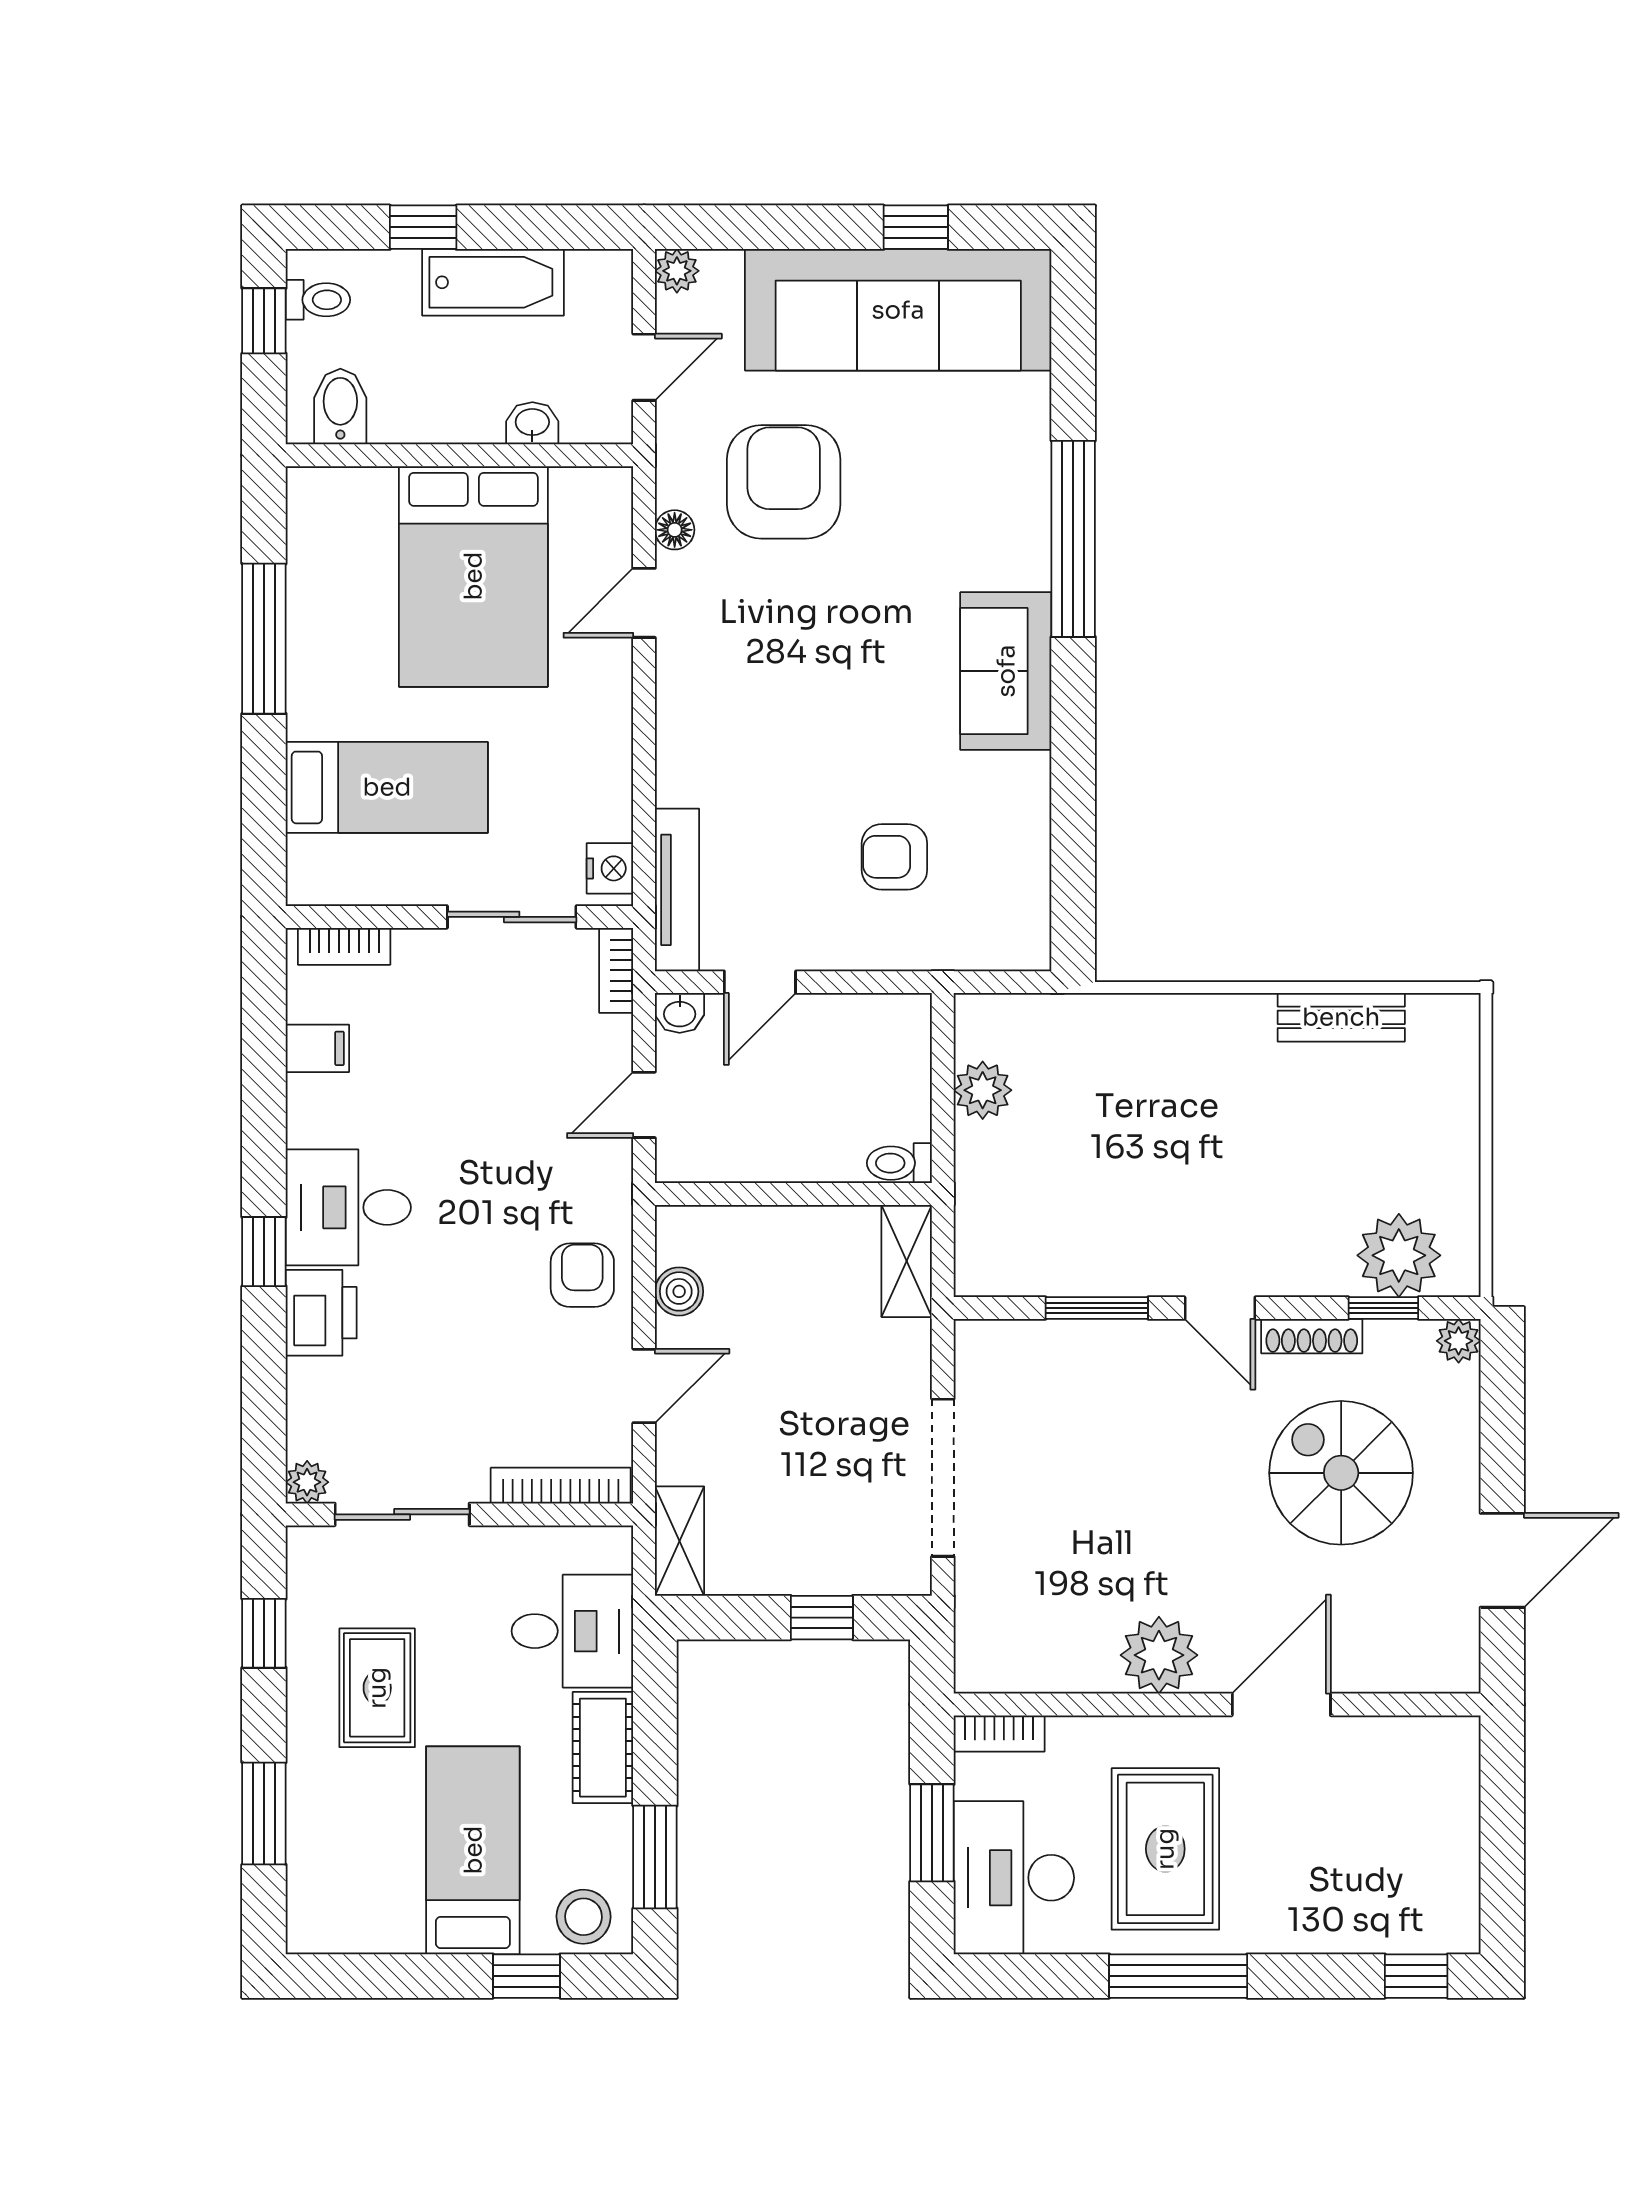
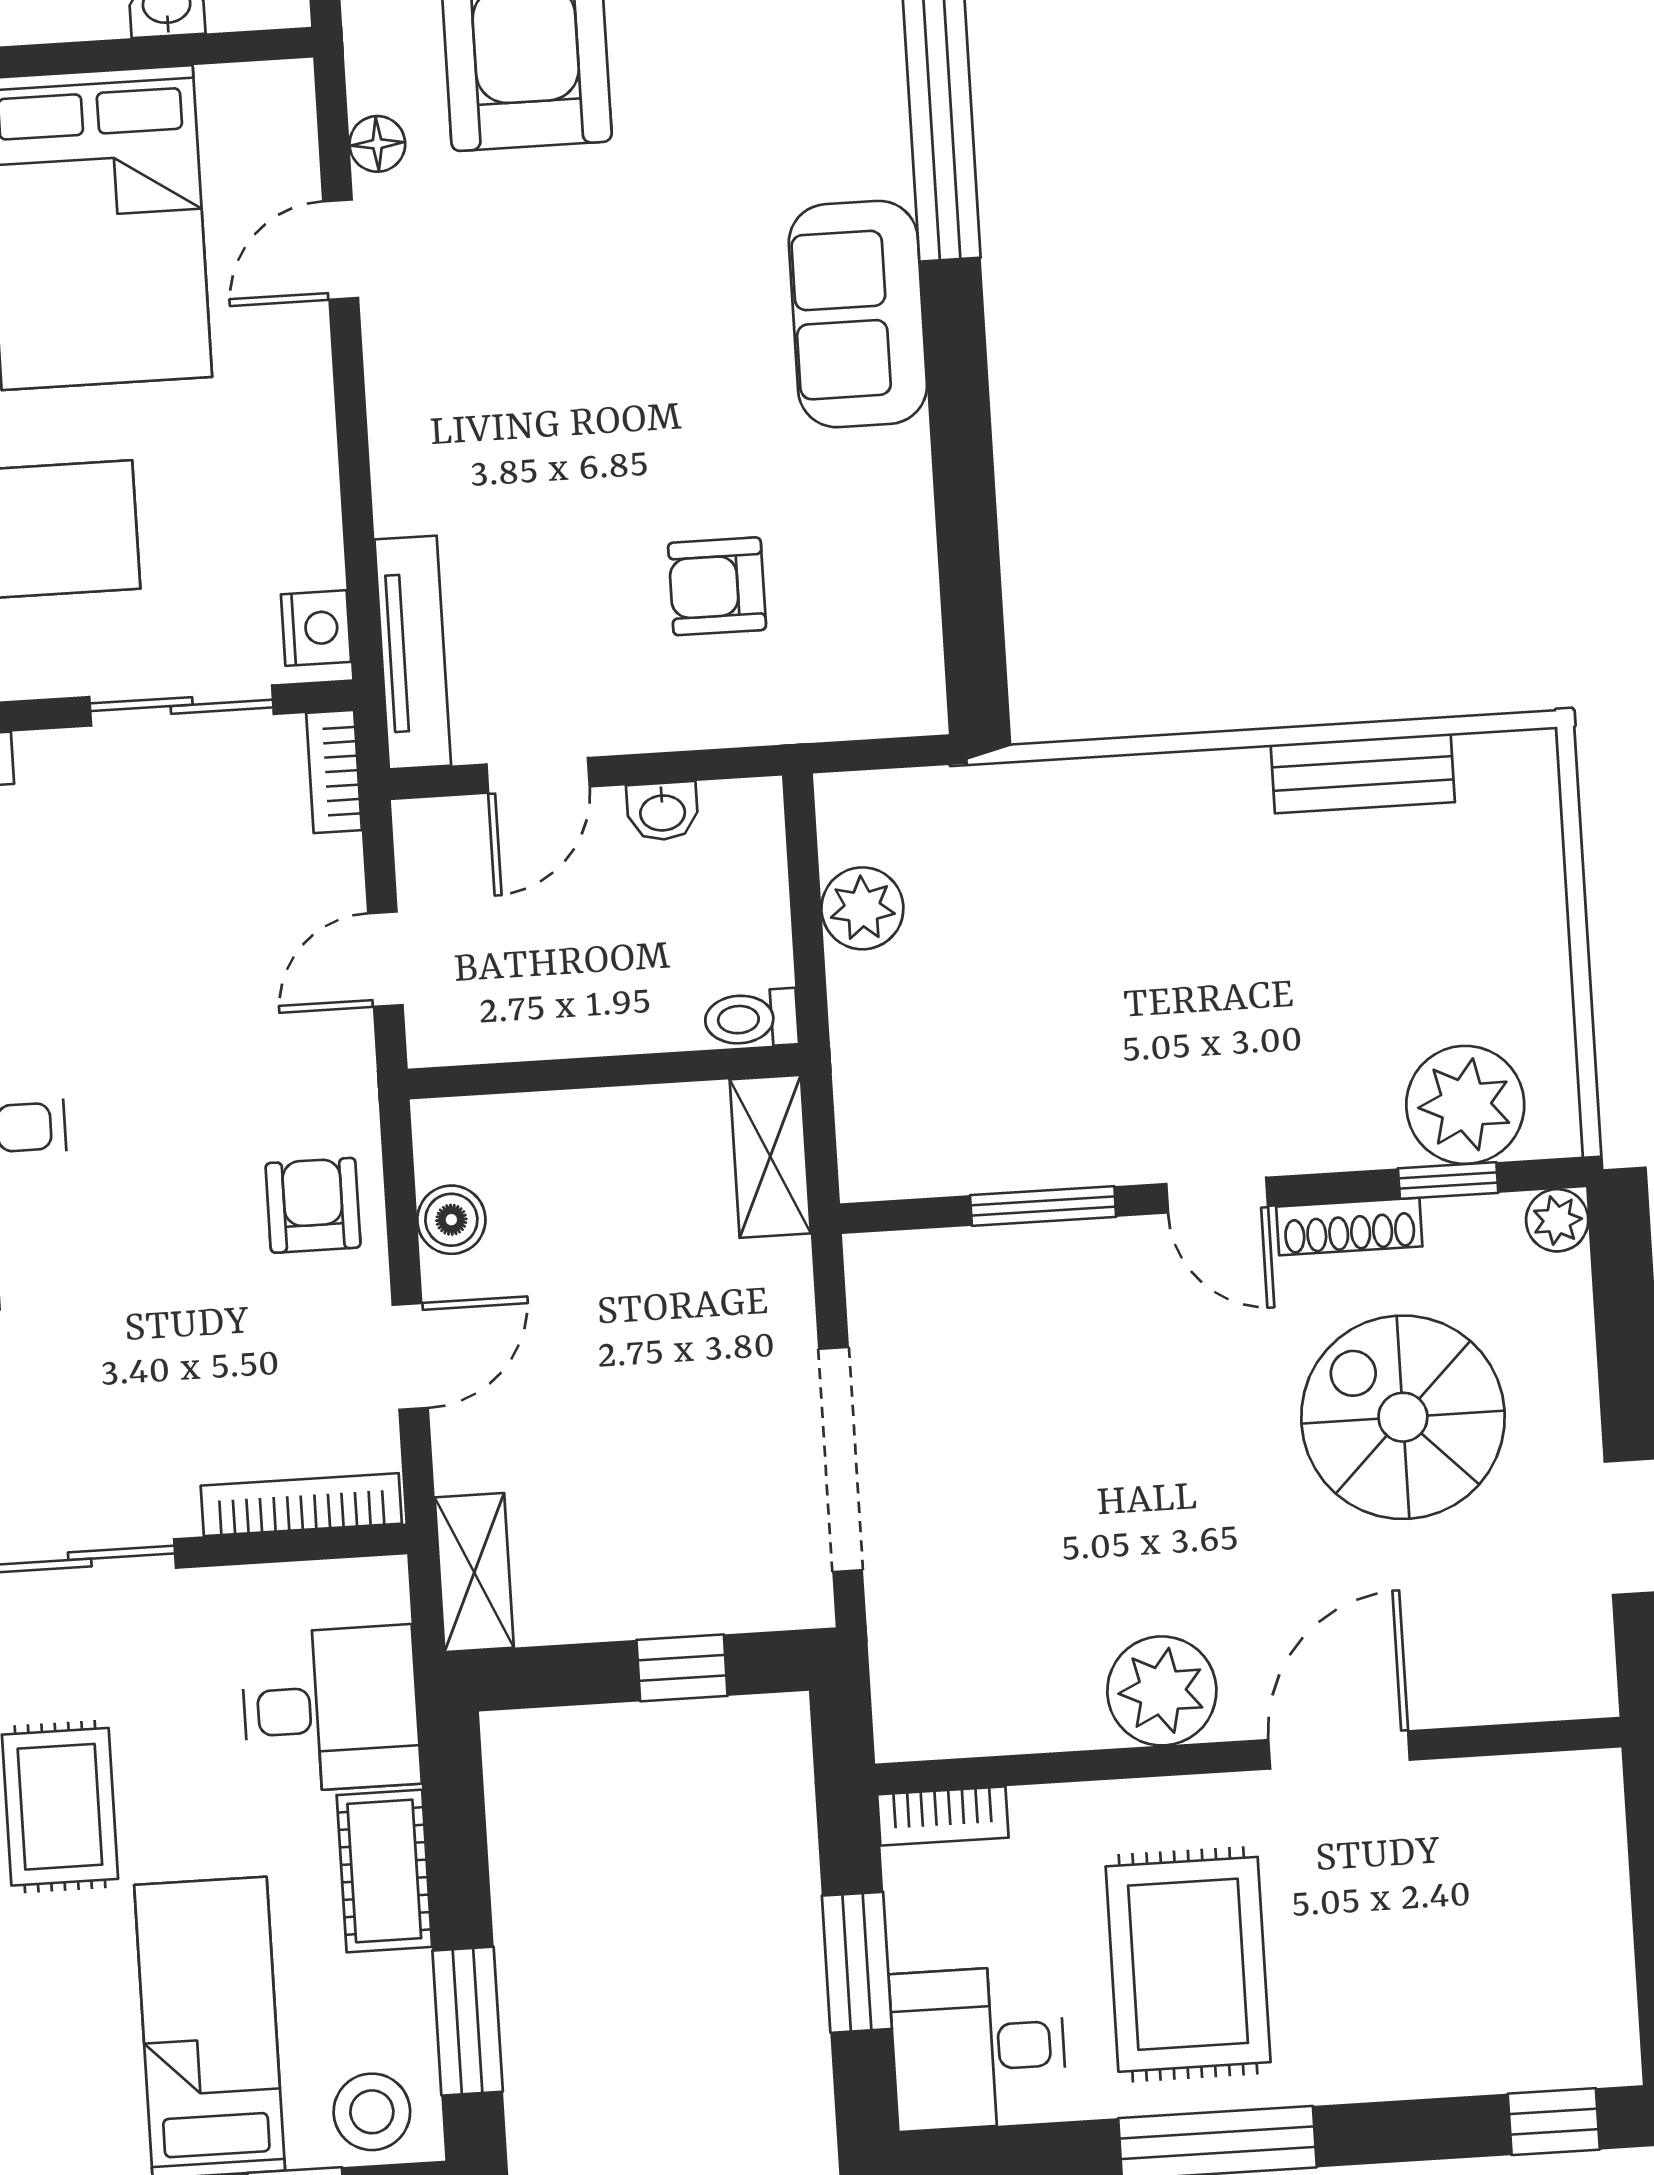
washbasin: (680, 1013) -> (662, 811), moved
desk: (1014, 1878) -> (978, 2048), width x0.73

